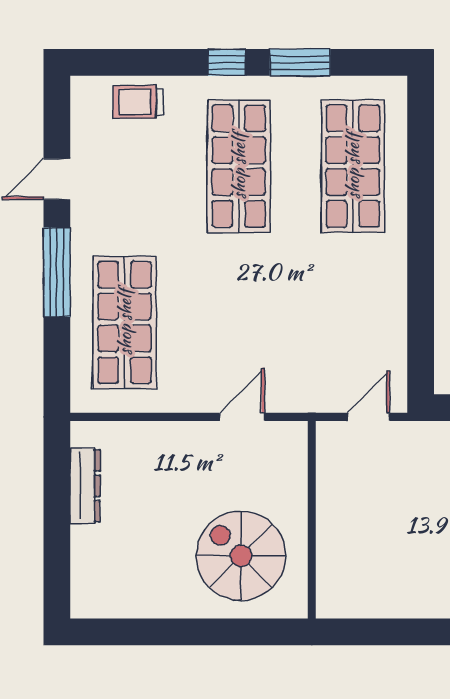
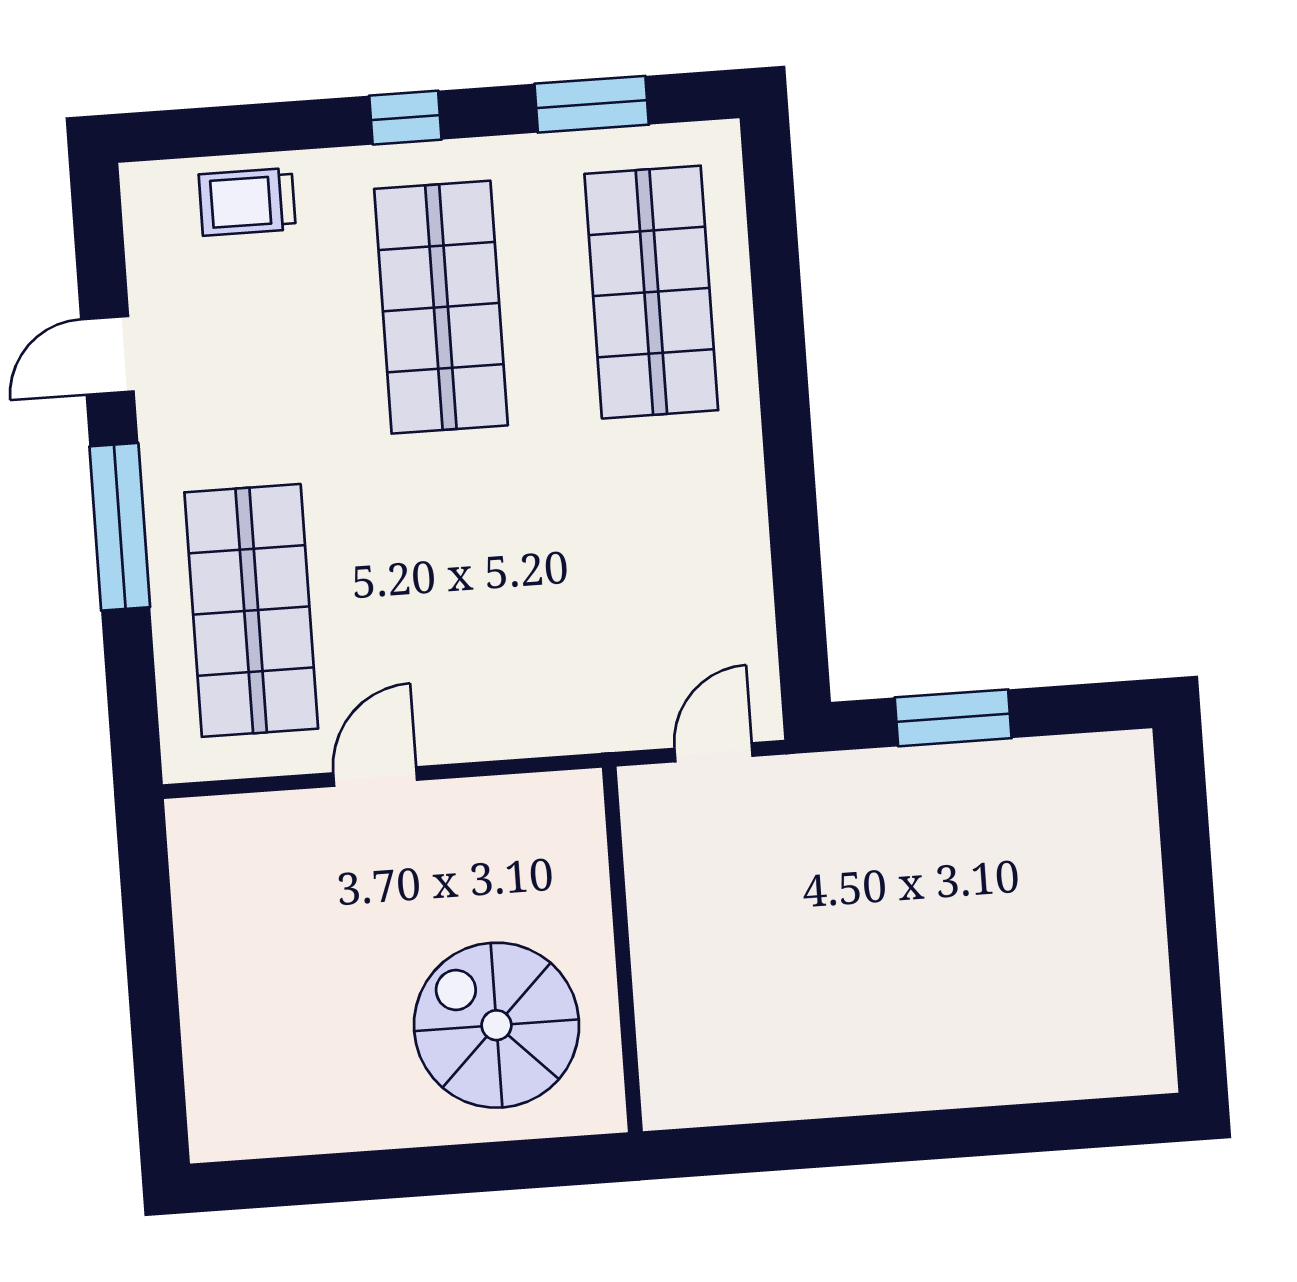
window: (300, 62) -> (592, 104), moved
door: (242, 417) -> (375, 776), moved
dresser: (85, 486) -> (200, 917), removed

